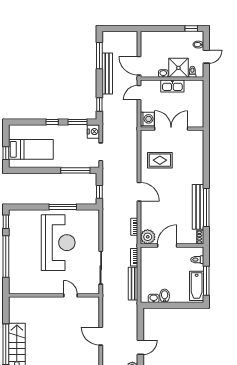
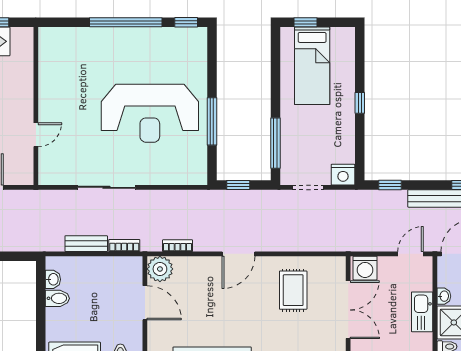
door: (139, 93) -> (411, 254), hinge flipped
window: (77, 122) -> (360, 147), removed
bench: (133, 284) -> (86, 244), width x0.73
wall: (54, 295) -> (36, 106), moved
door: (71, 295) -> (36, 135), moved

